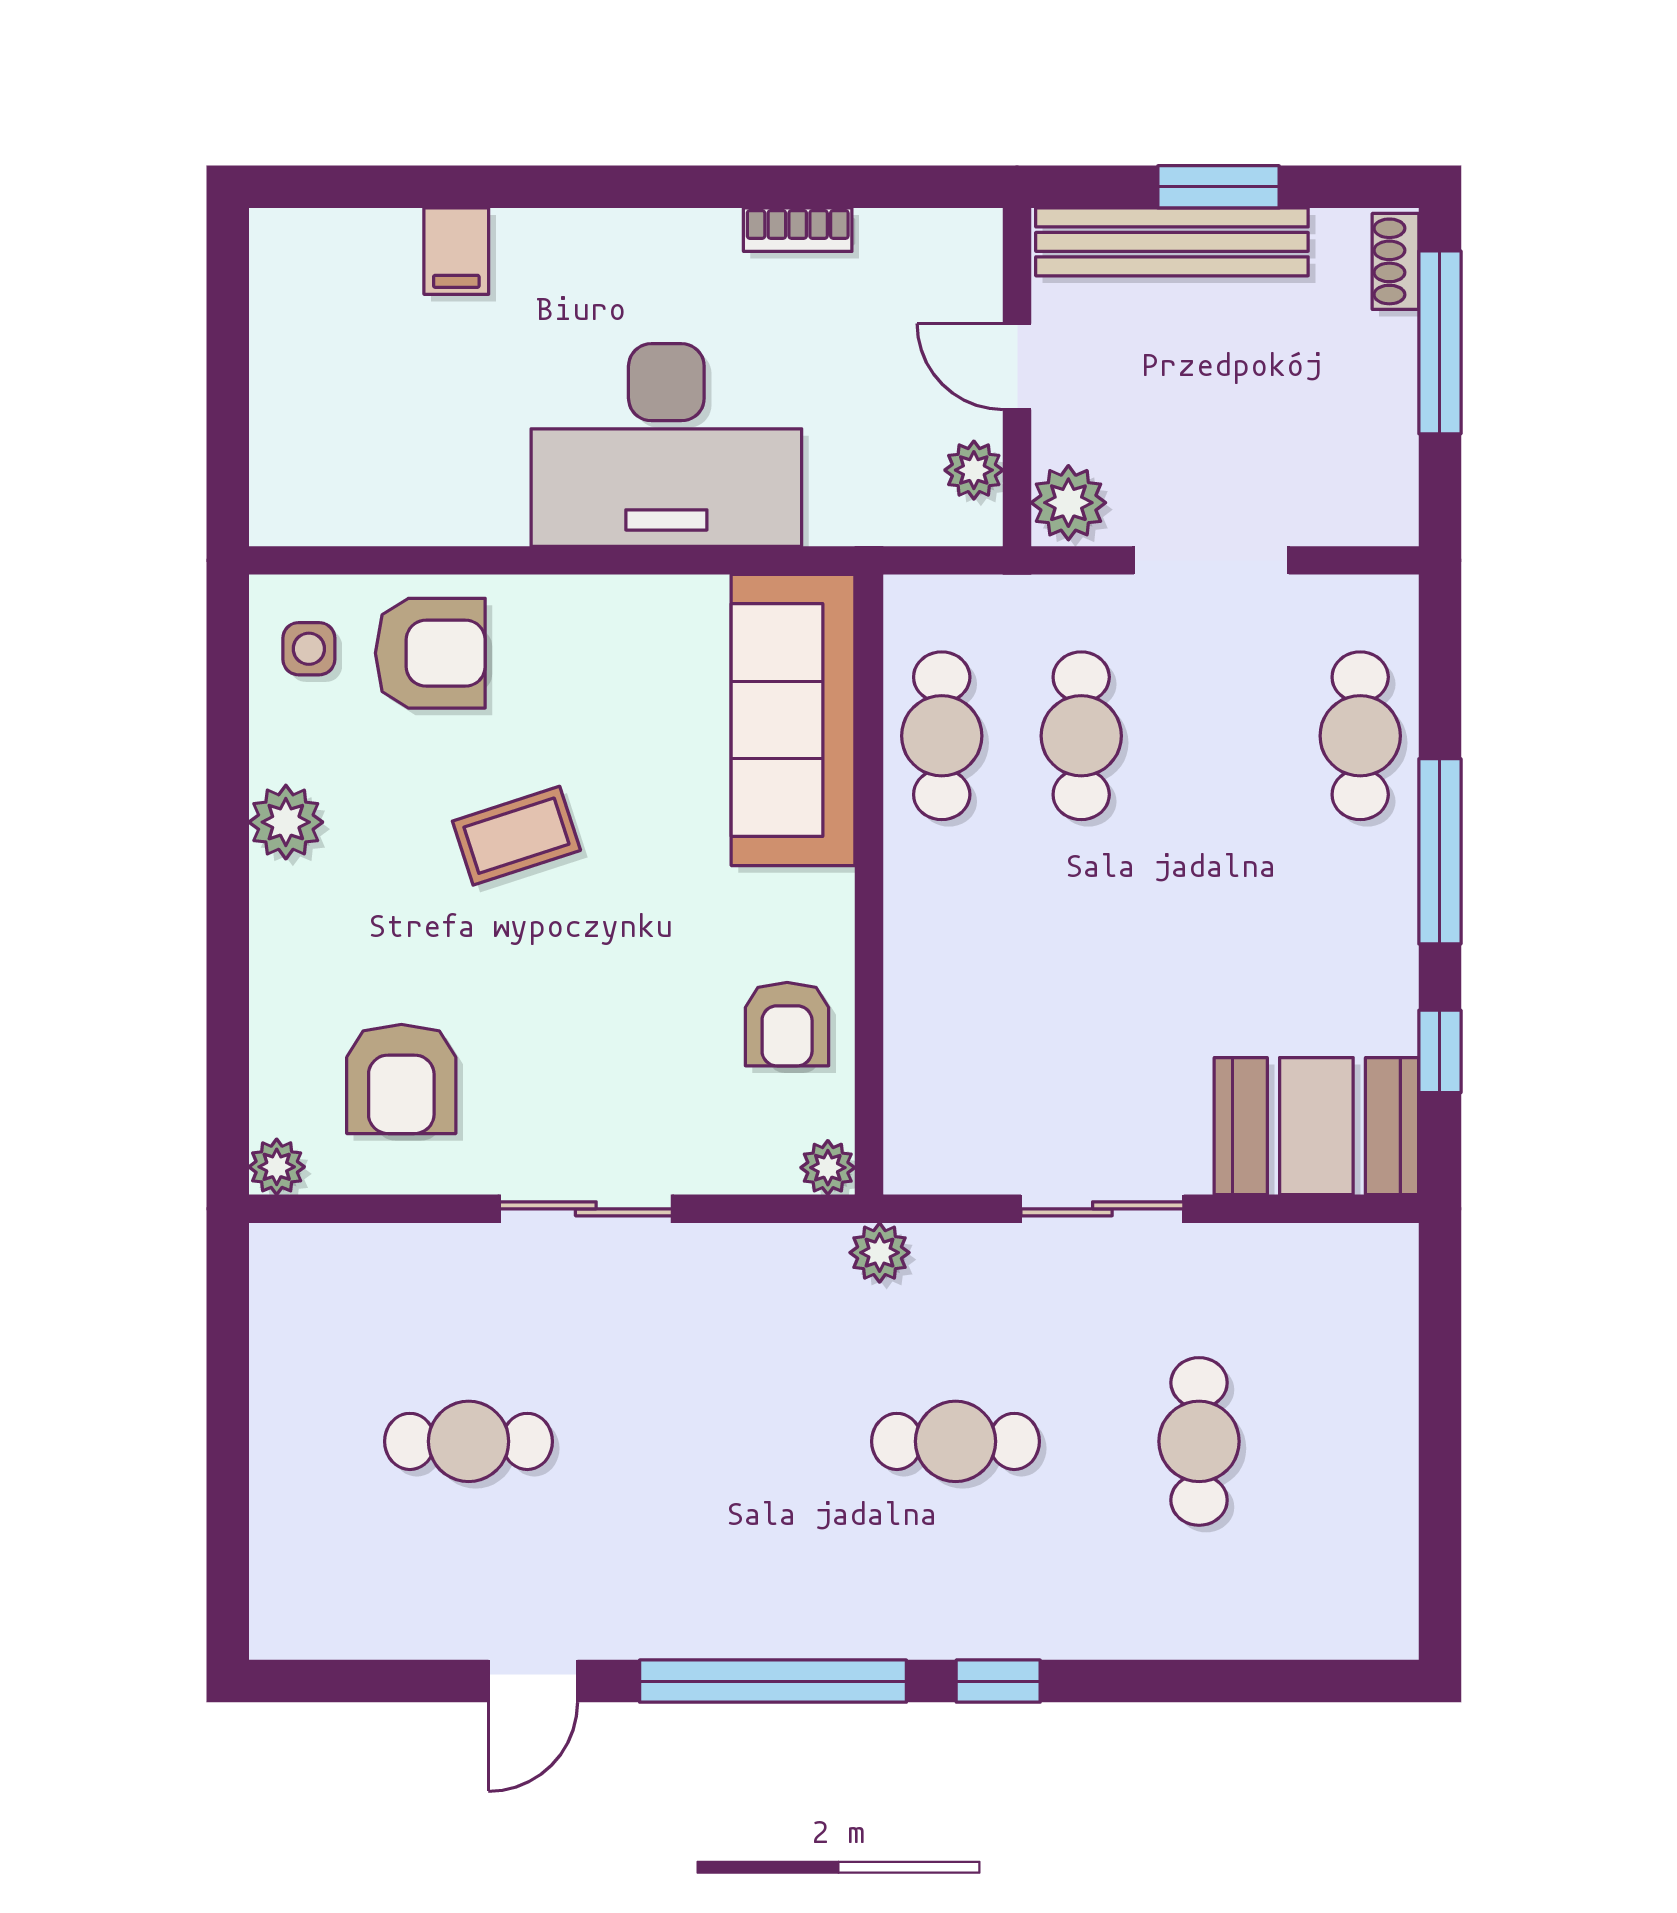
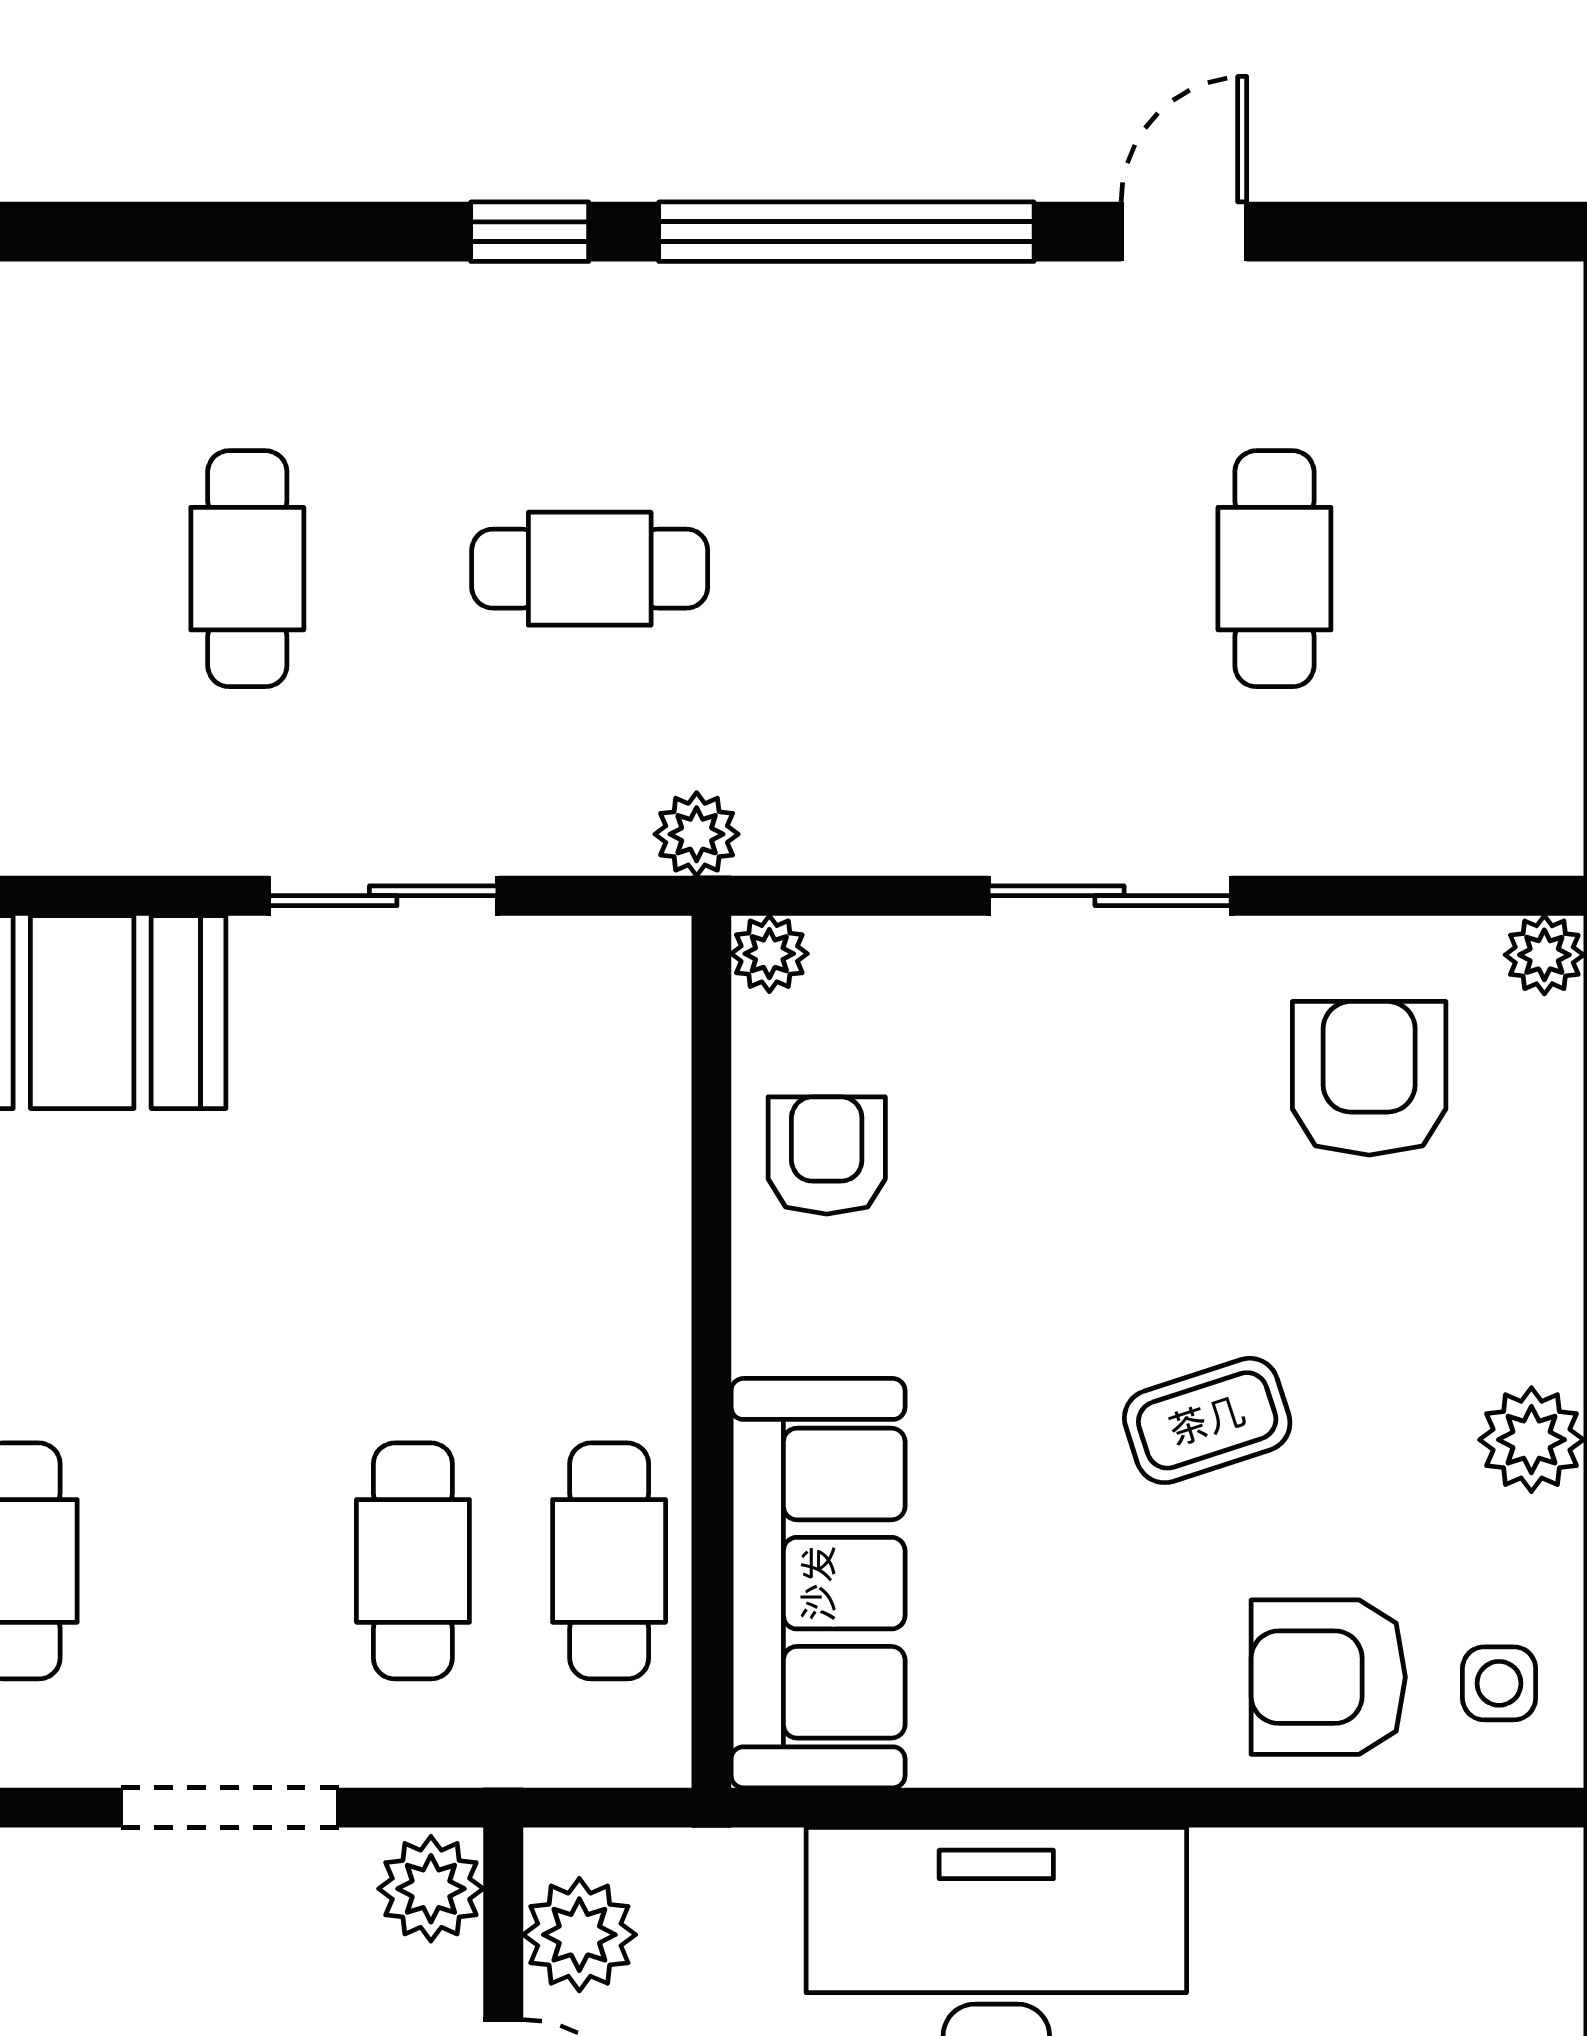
plant: (974, 470) -> (579, 1935), width x1.38, depth x1.38
cafe table: (469, 1441) -> (1274, 569), turned 90

